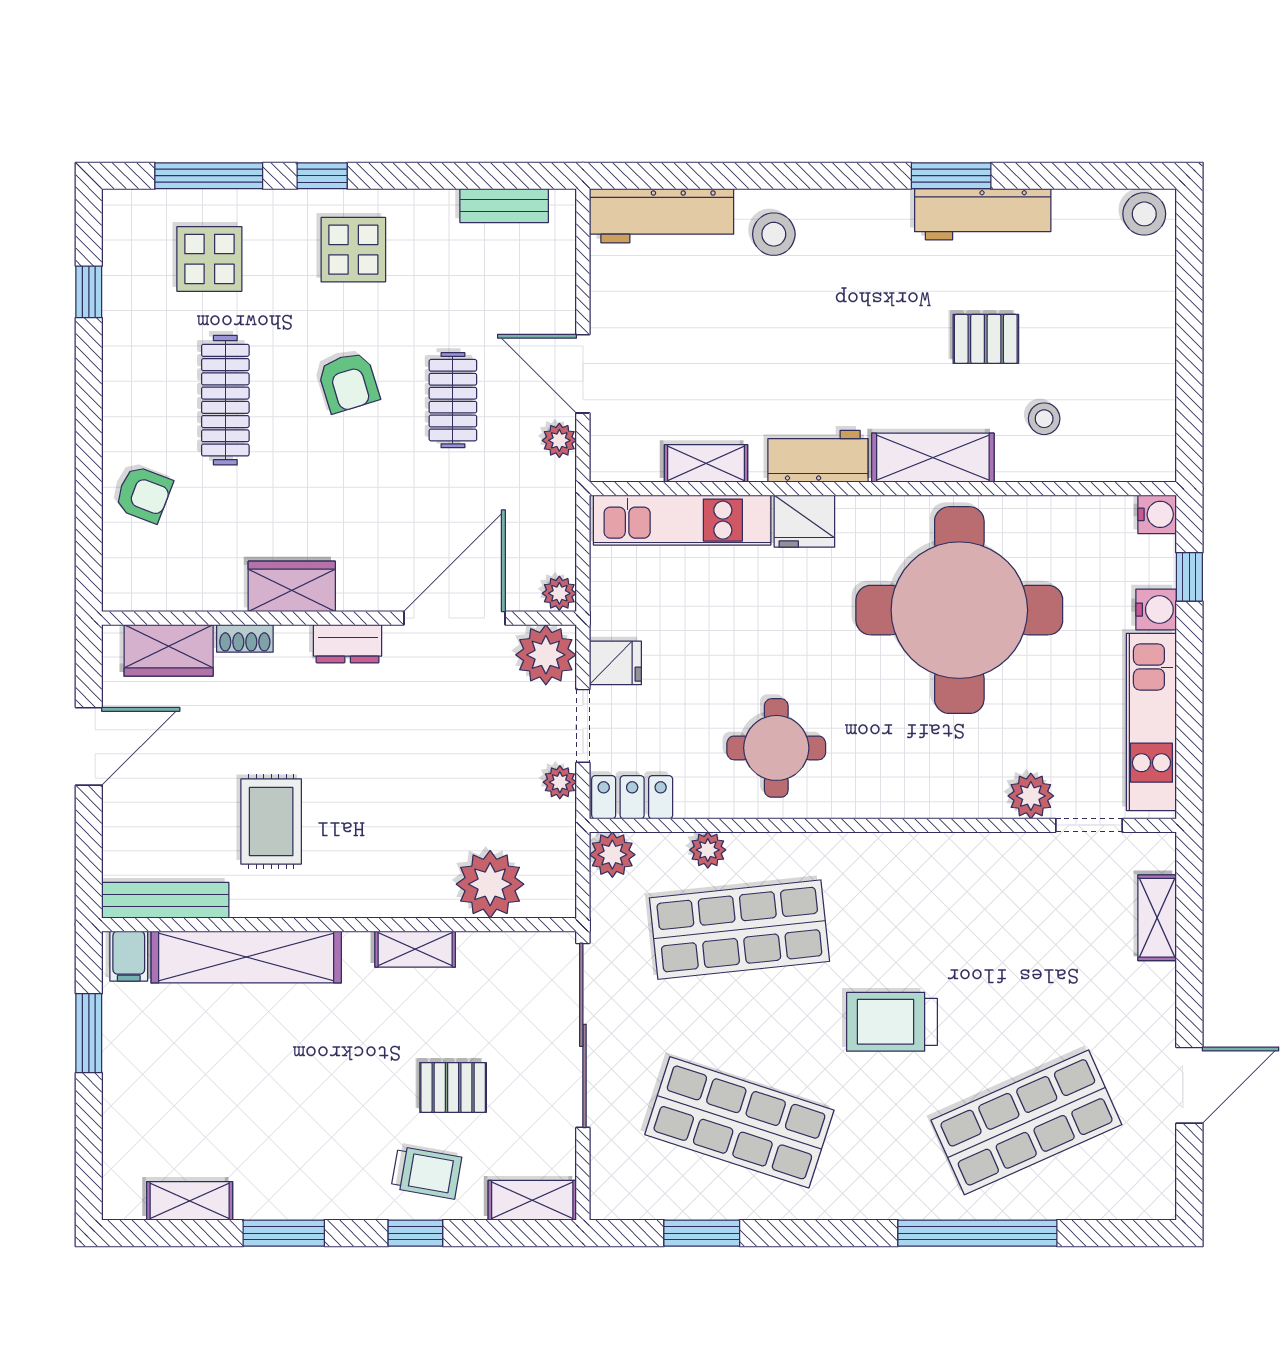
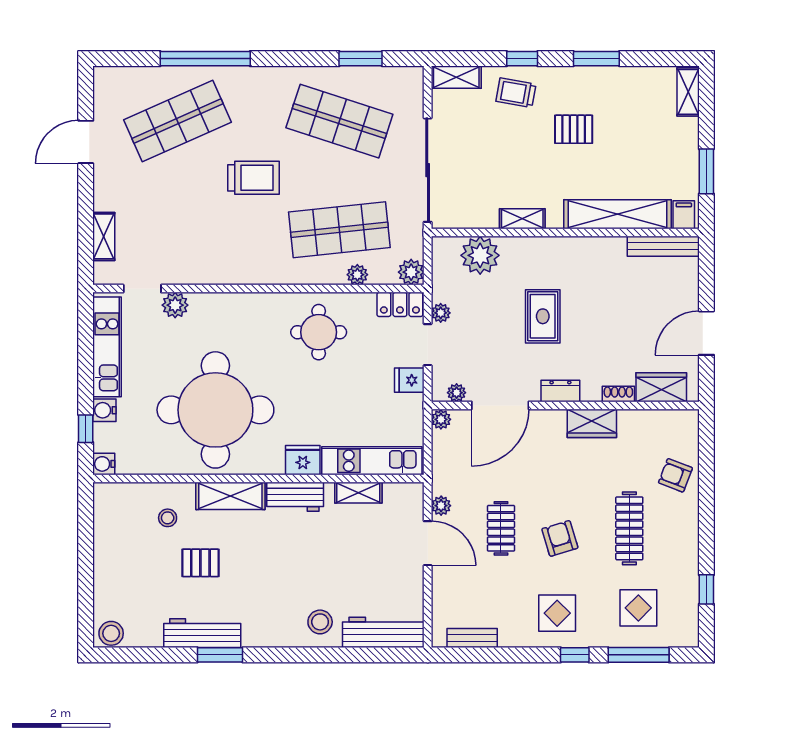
plant: (546, 655) -> (457, 393), width x0.53, depth x0.53
rug: (271, 822) -> (543, 316), moved
pallet: (453, 1087) -> (574, 129), moved
shelving: (190, 1201) -> (688, 92), moved, turned 90

